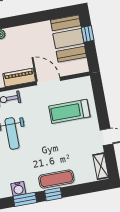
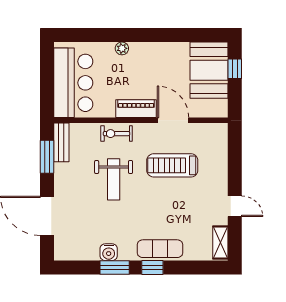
treadmill: (69, 111) -> (172, 165), moved

